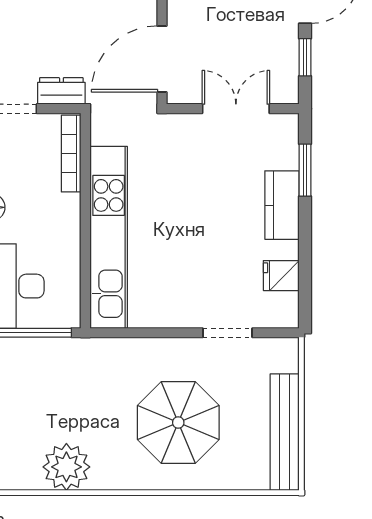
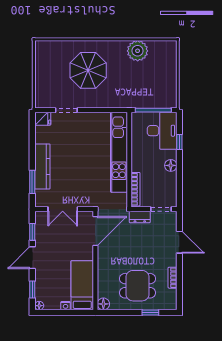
kitchen counter: (282, 205) -> (42, 166), width x1.50
fridge: (281, 276) -> (43, 119), moved
bench: (285, 432) -> (41, 66), removed

